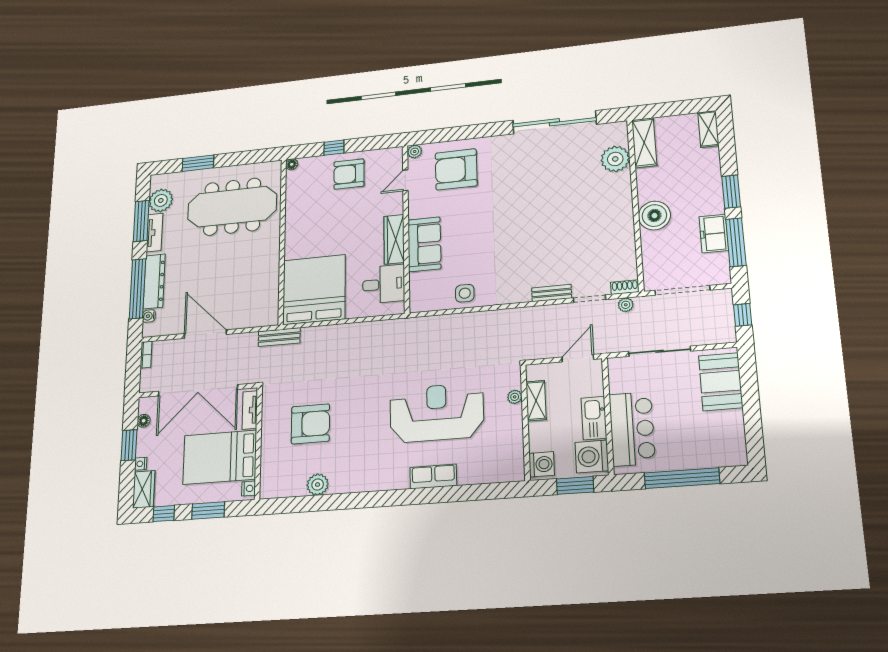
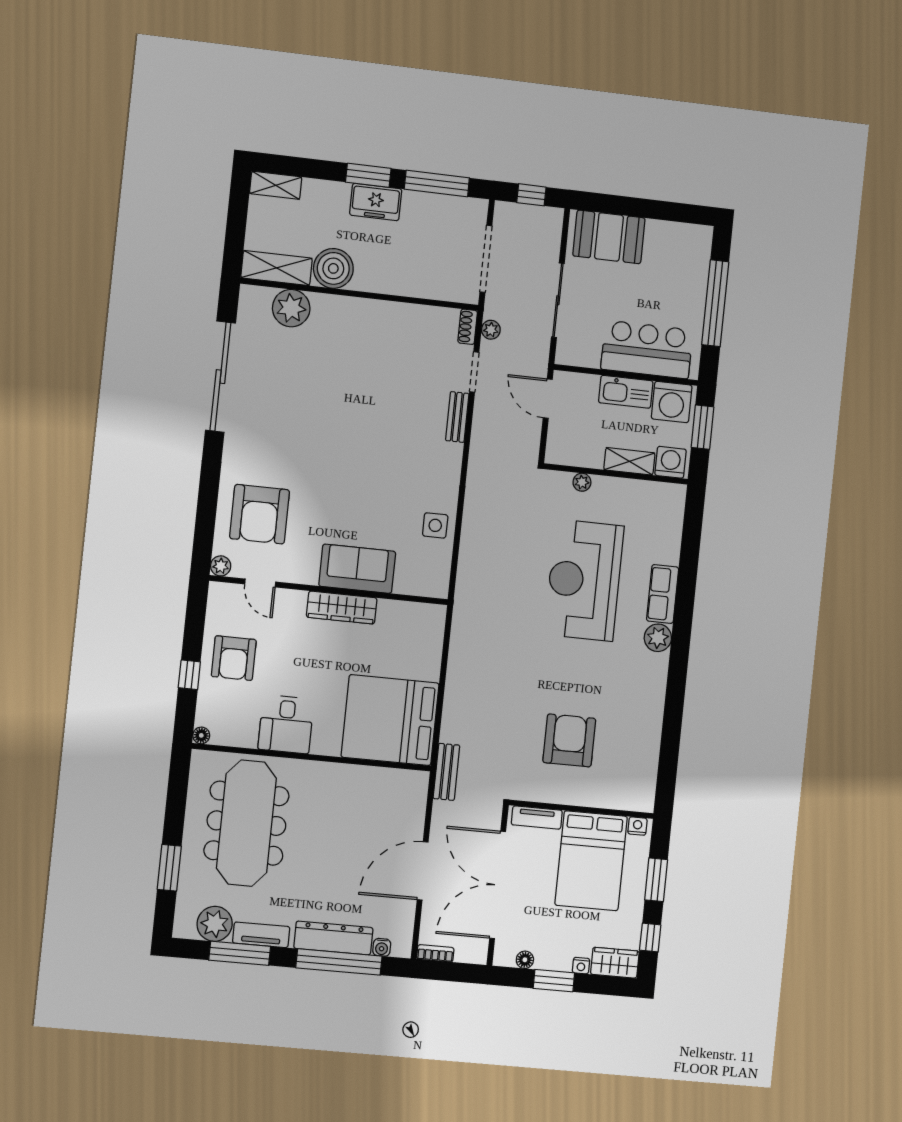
boiler: (654, 216) -> (333, 268), moved
freezer: (714, 234) -> (376, 202), moved
desk: (384, 284) -> (286, 724), moved, turned 180
double door: (198, 390) -> (498, 885), swing flipped
shelving: (536, 401) -> (629, 461), moved
plant: (318, 485) -> (658, 638), moved

